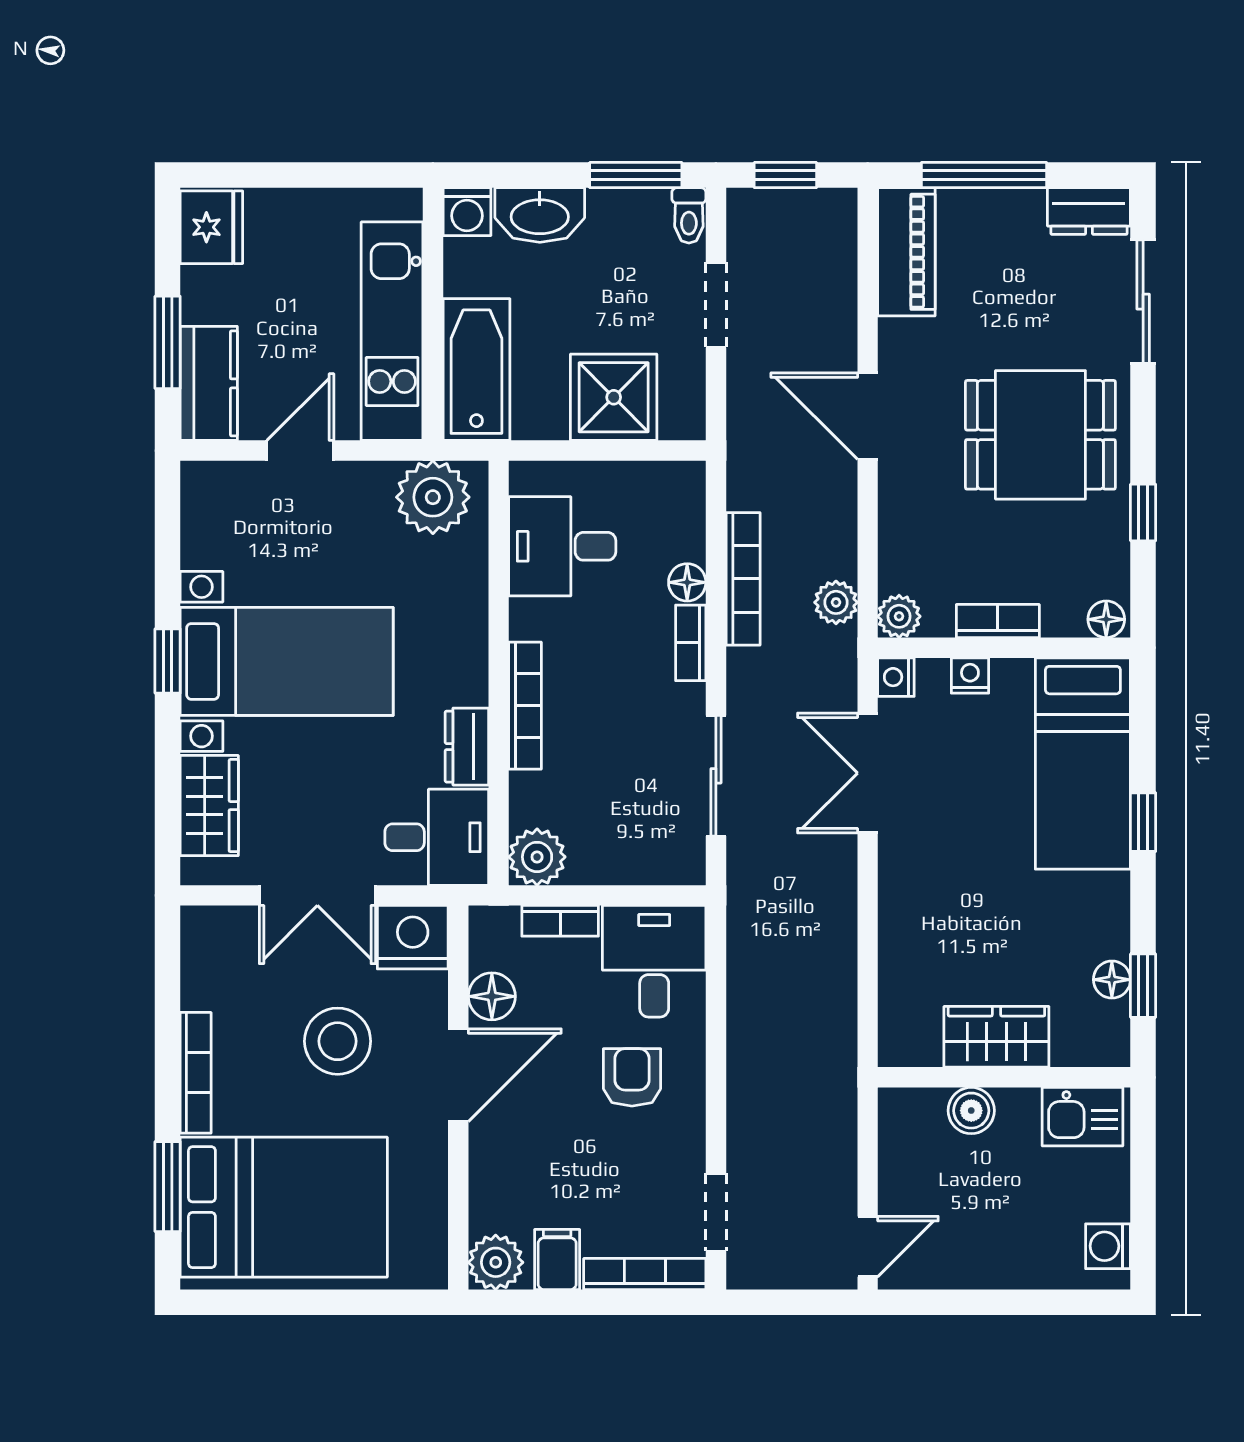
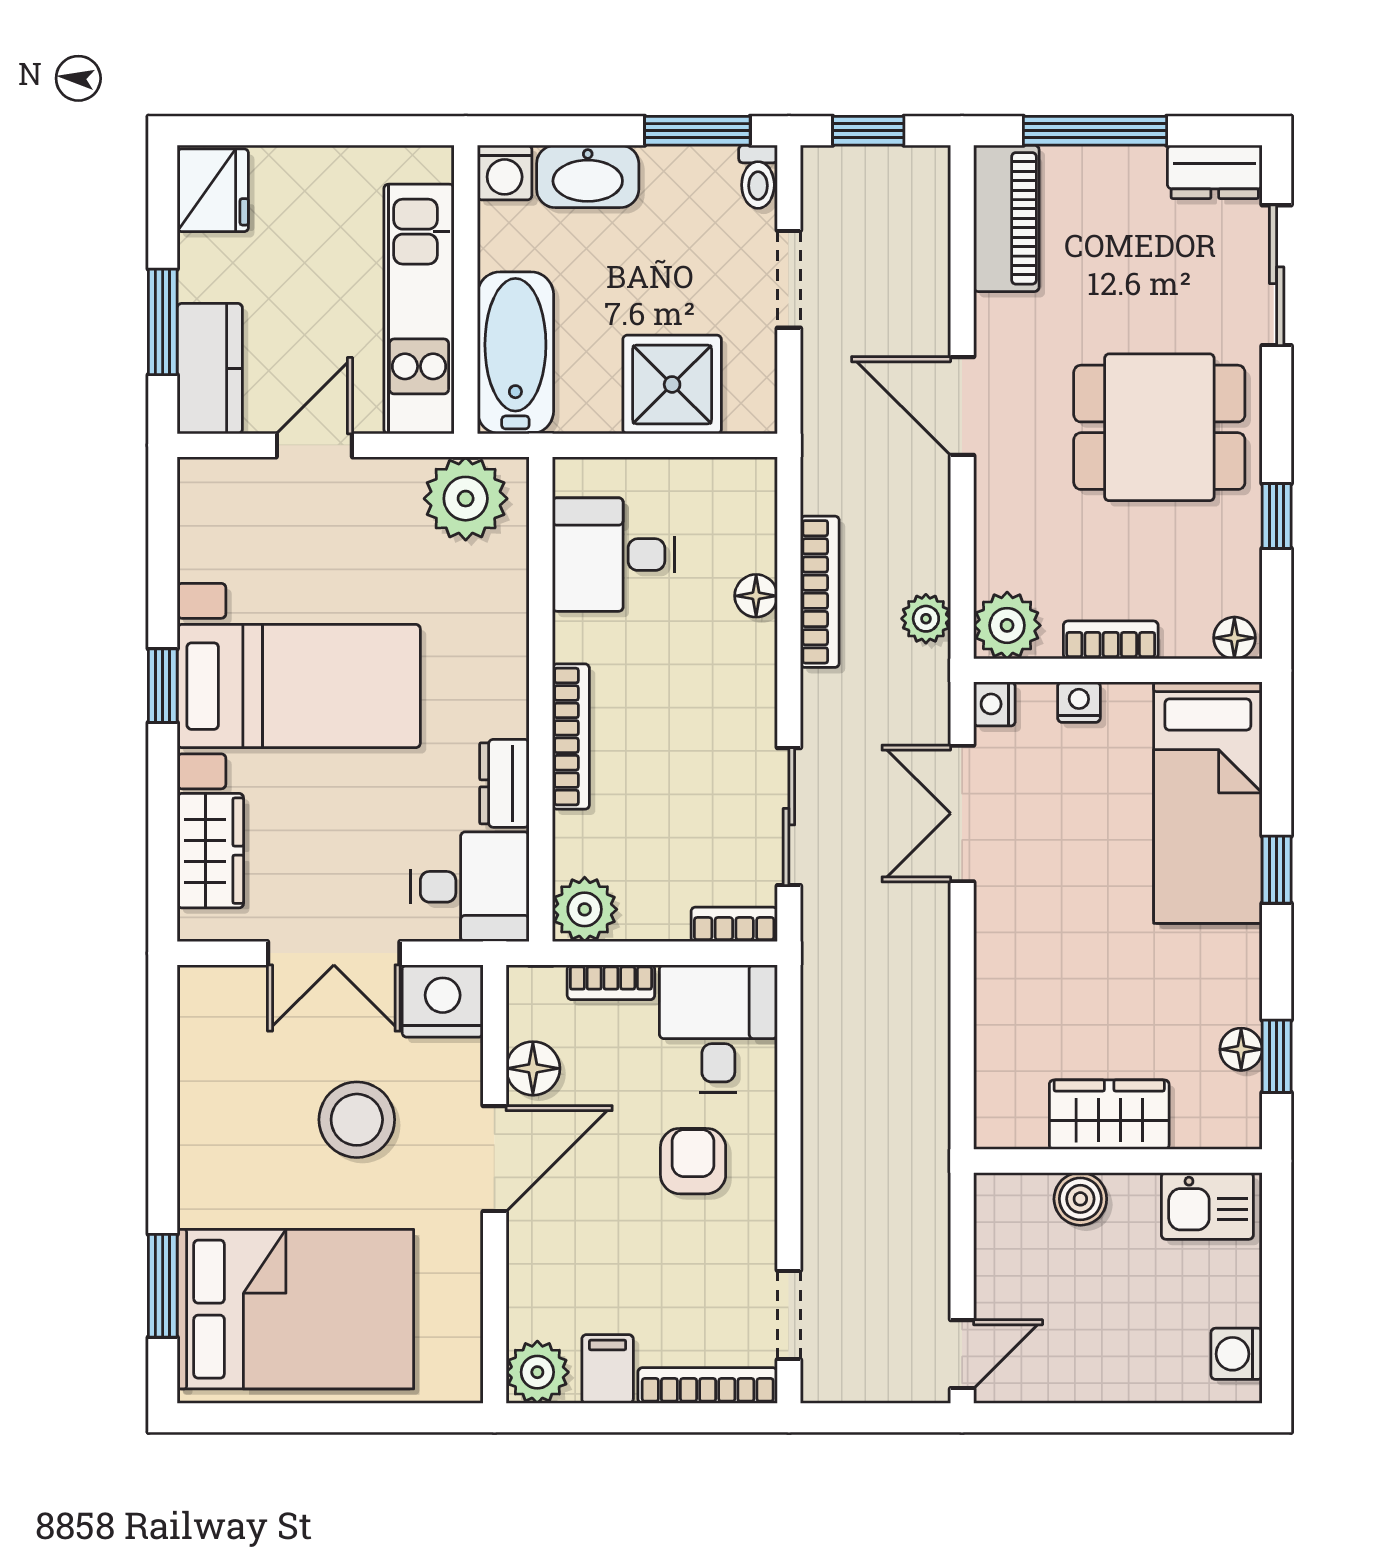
plant: (899, 616) -> (1007, 625), width x1.38, depth x1.38
bookcase: (691, 643) -> (734, 924), moved, turned 90
bookcase: (196, 1073) -> (195, 1156), removed

